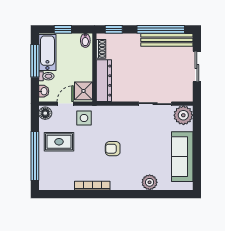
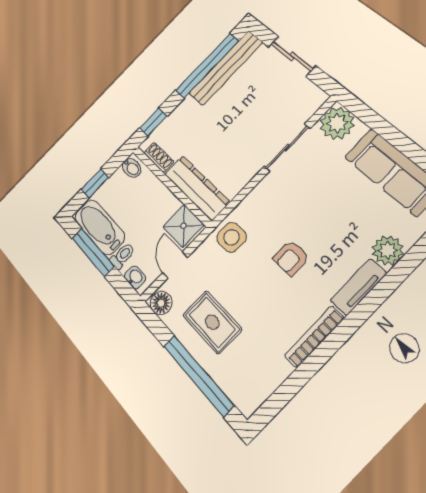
side table: (84, 118) -> (232, 237), moved
rug: (59, 142) -> (212, 322), turned 90
tv unit: (126, 184) -> (358, 287), added

